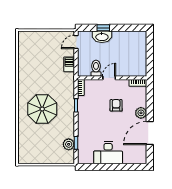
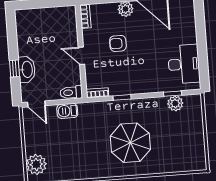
plant: (31, 38) -> (36, 164), added
toilet: (96, 68) -> (71, 93), moved
desk: (108, 153) -> (184, 64), moved

